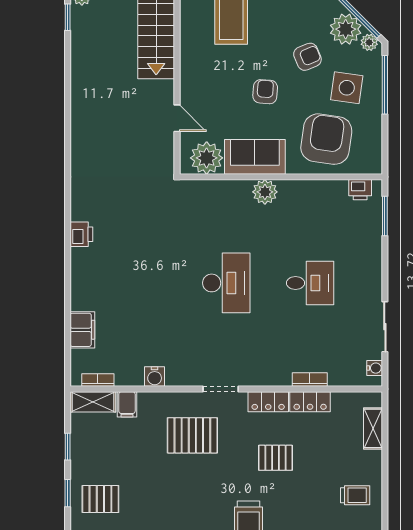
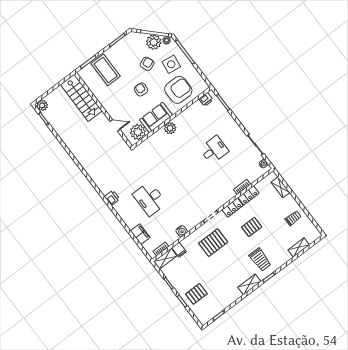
armchair: (326, 139) -> (178, 90), turned 82
desk: (226, 283) -> (150, 199), moved, turned 180

